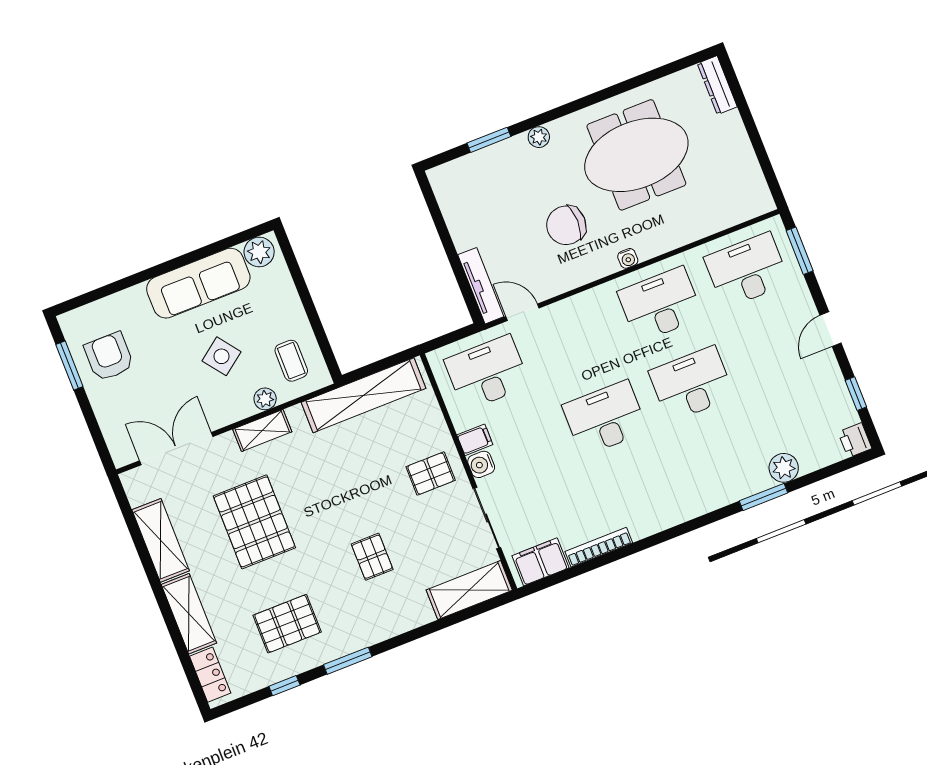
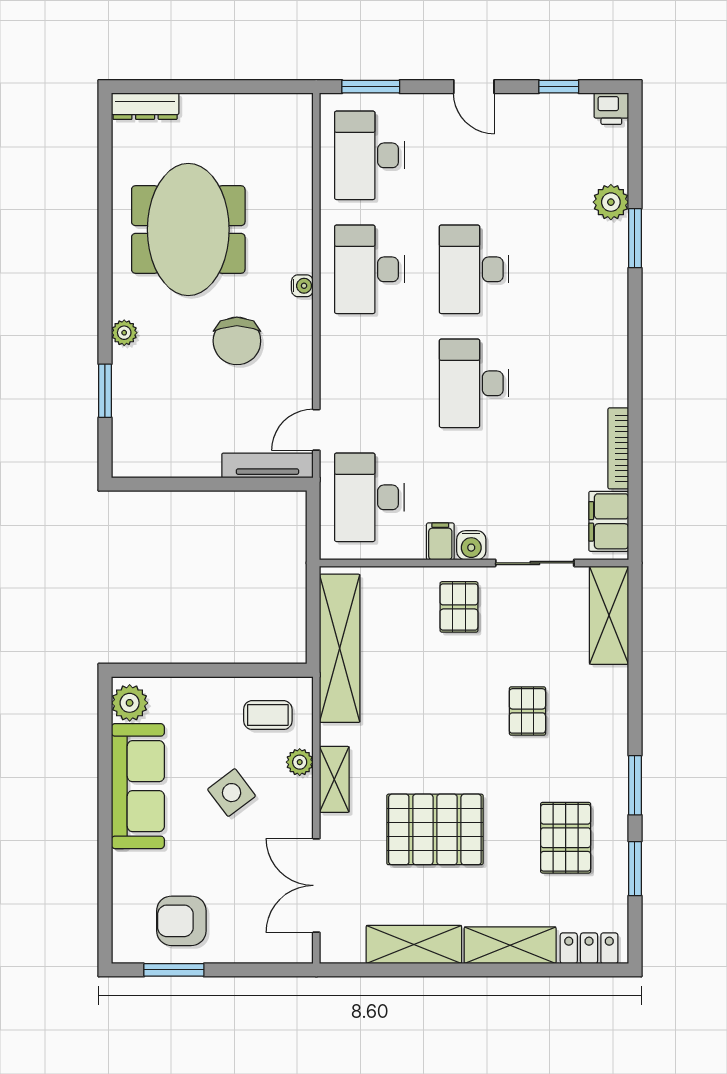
pallet: (372, 557) -> (527, 711), turned 90
window: (284, 686) -> (635, 869), width x1.50

